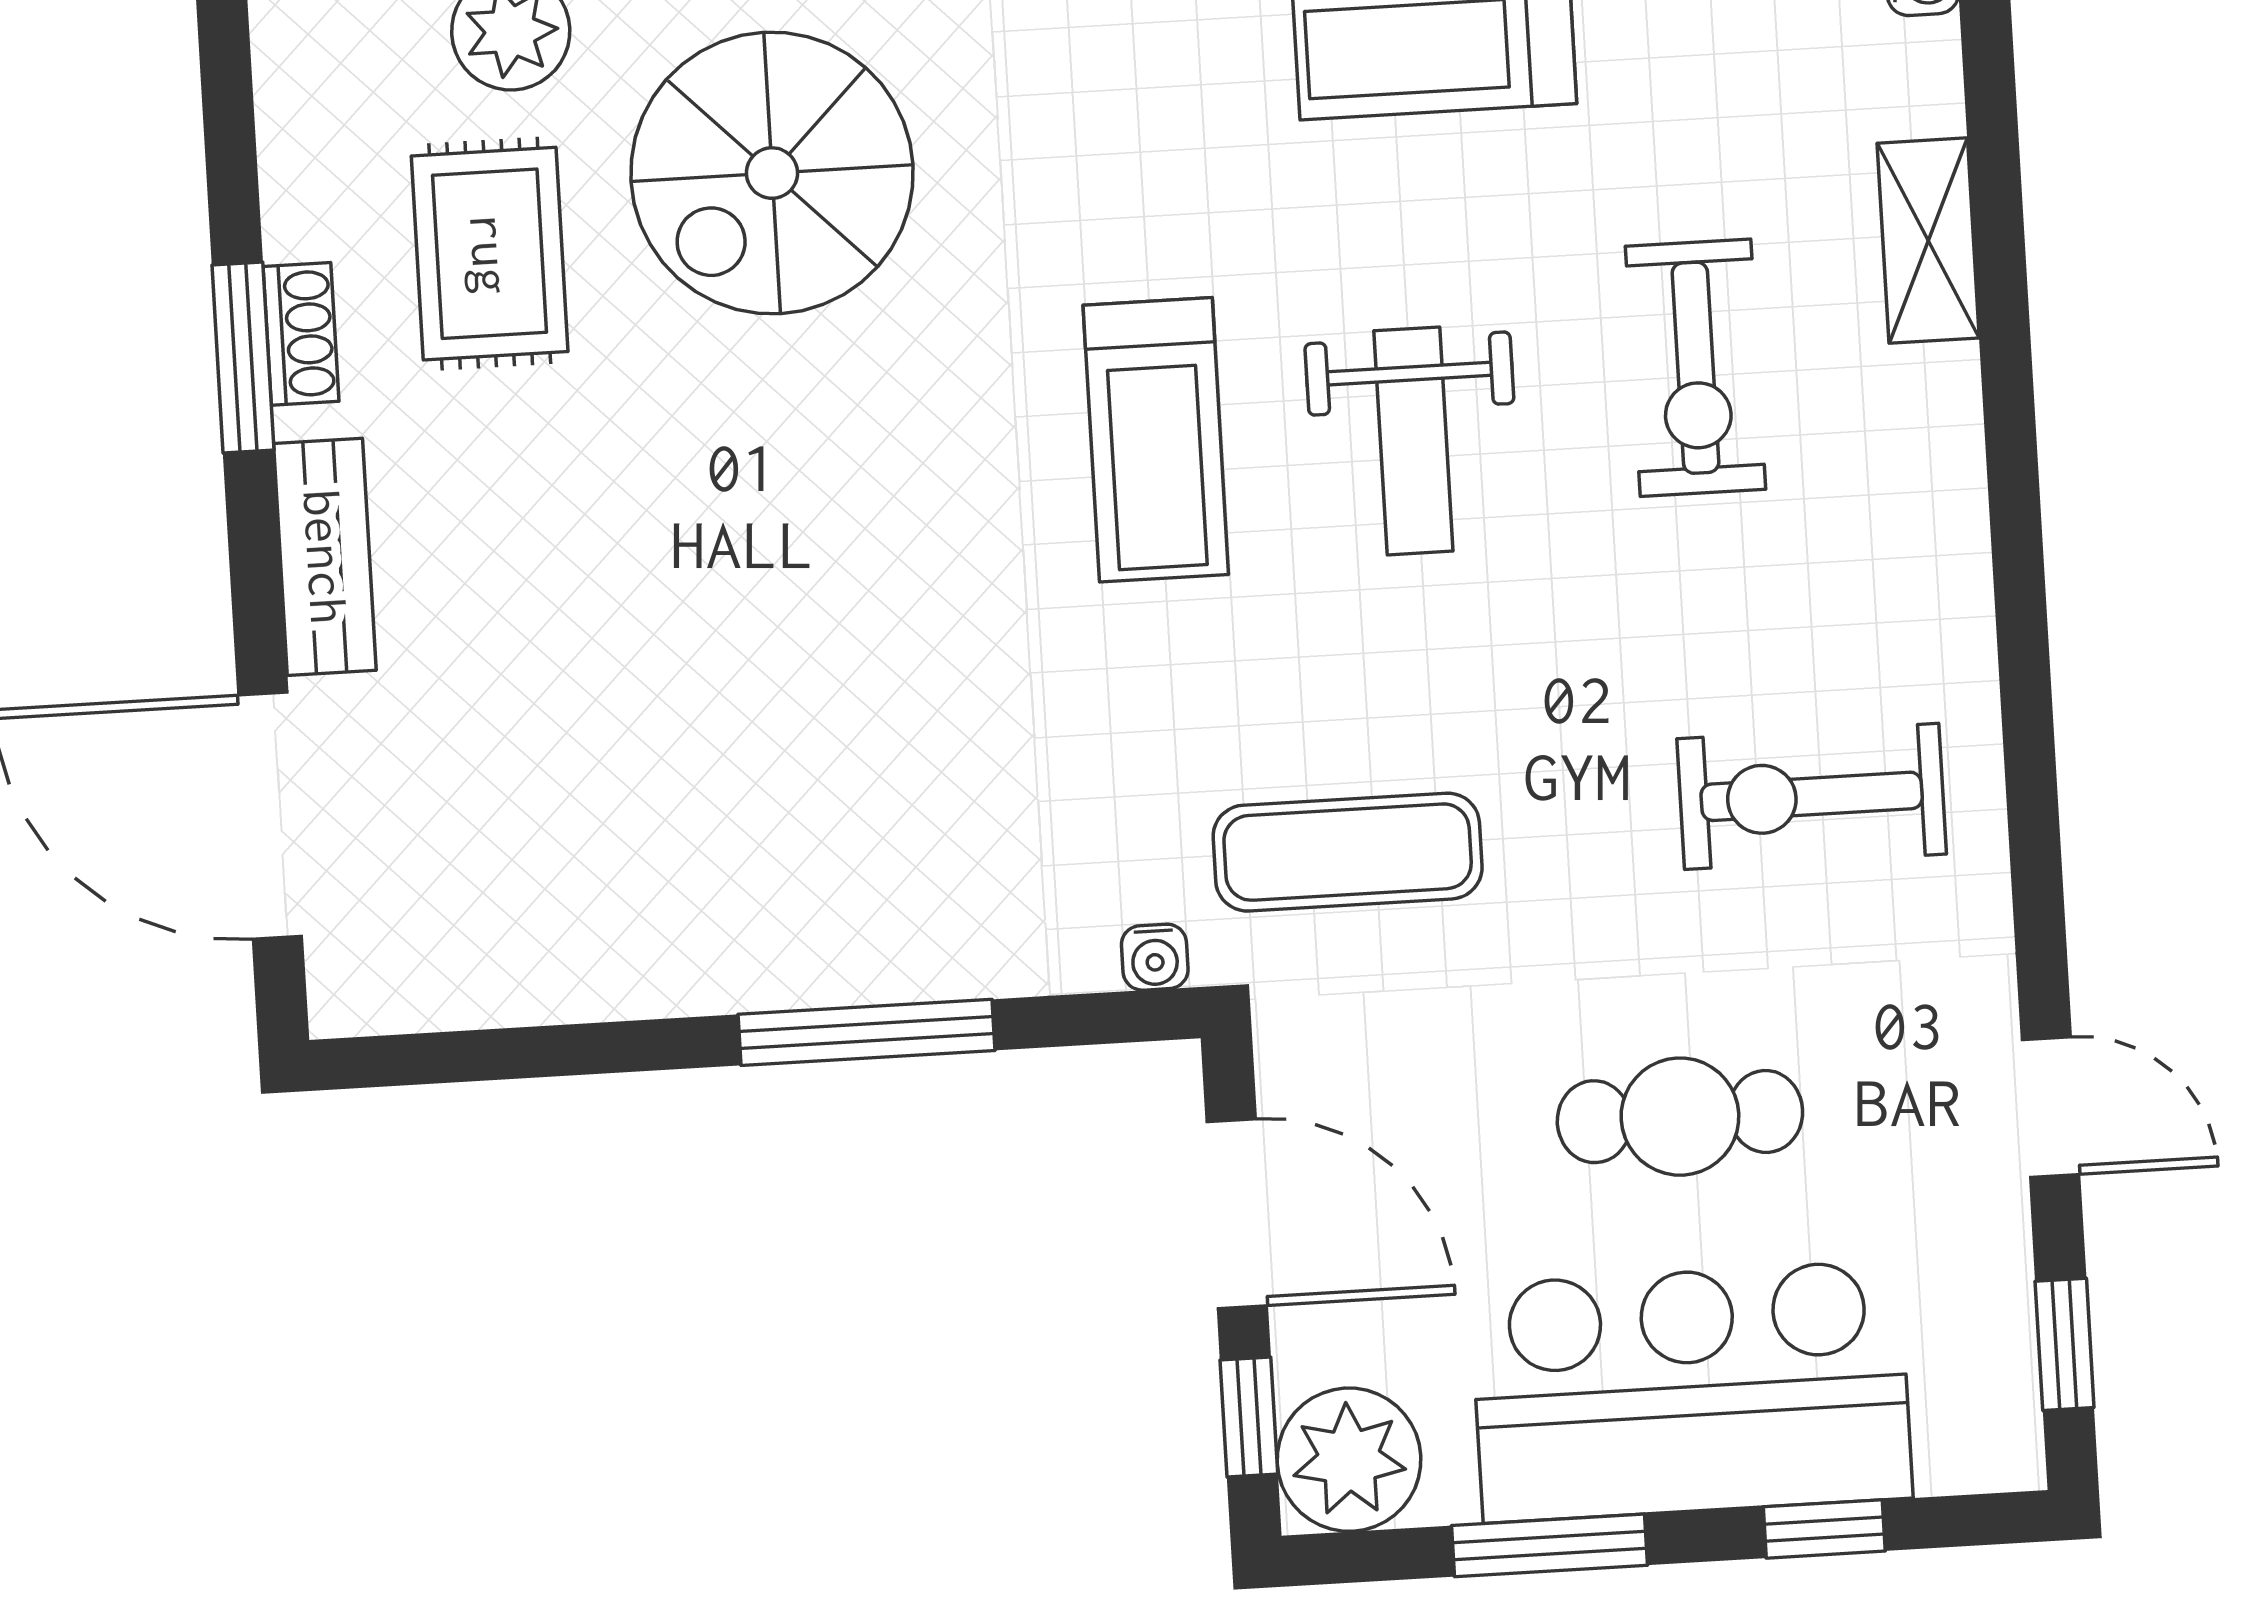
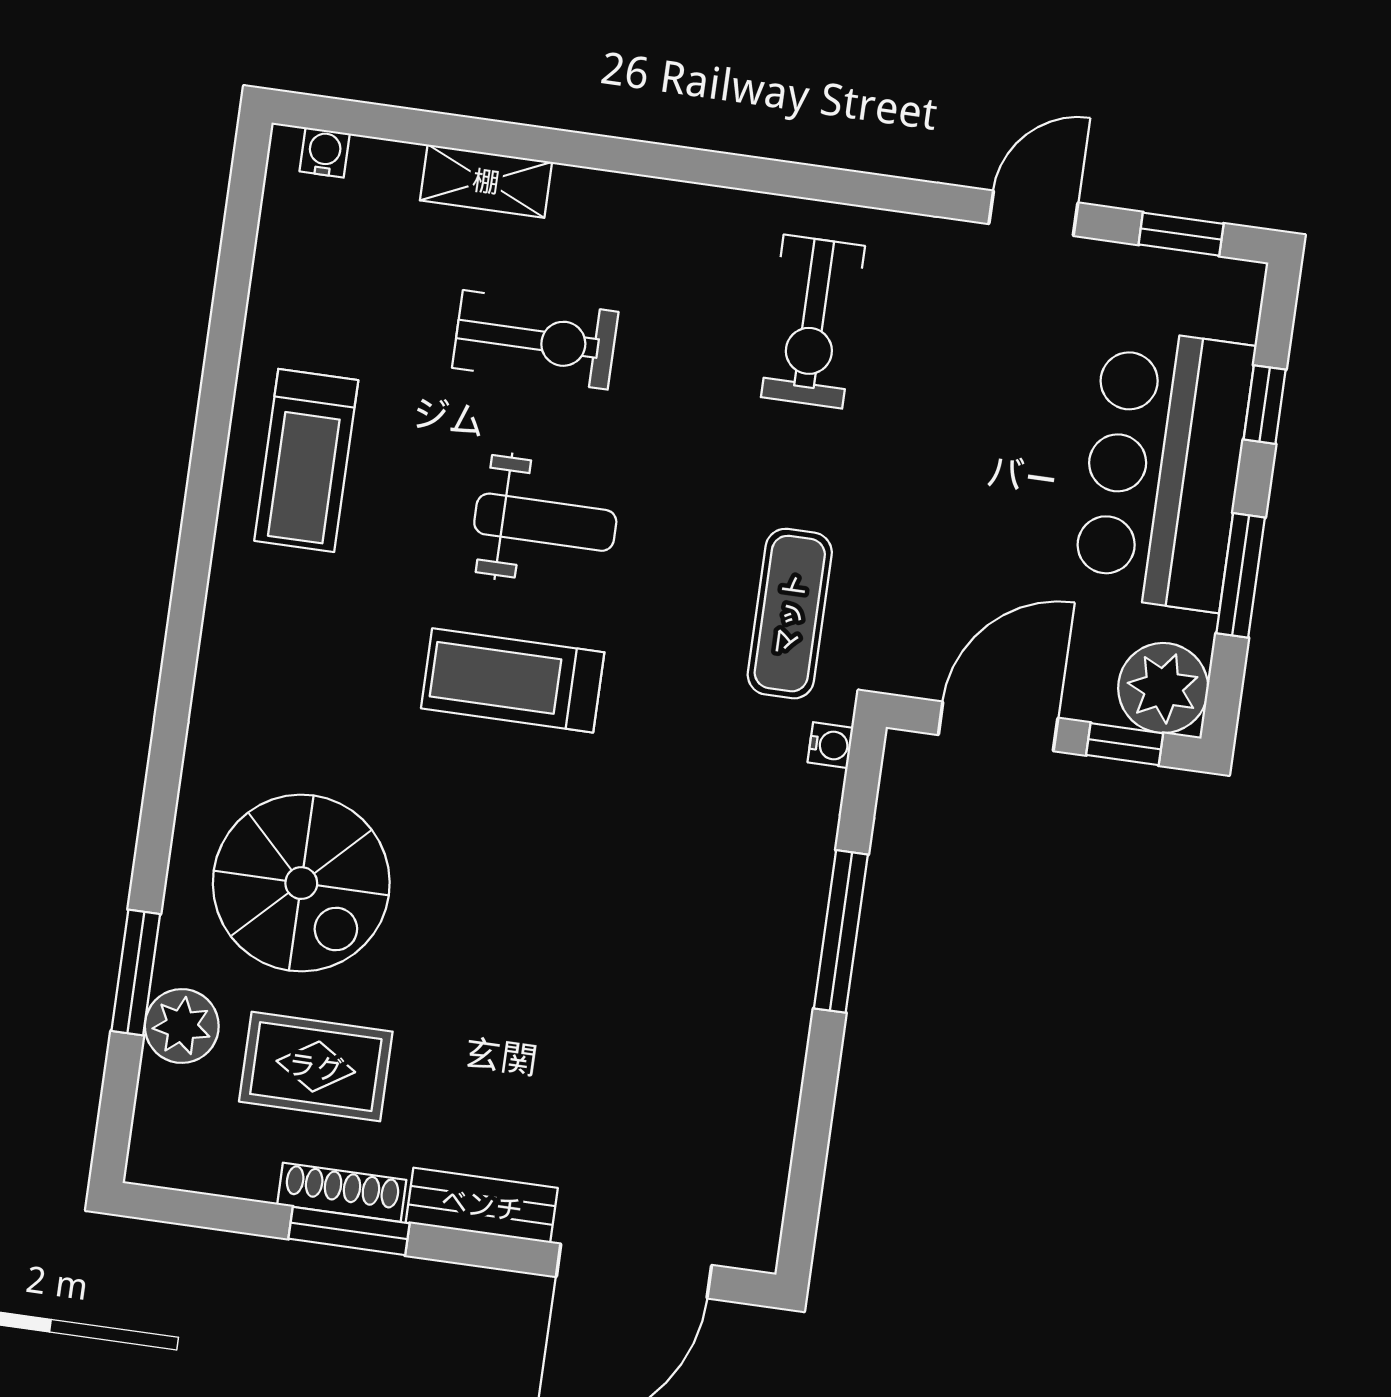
shoe rack: (301, 334) -> (342, 1192), width x1.43
treadmill: (1156, 440) -> (513, 680), turned 180
cafe table: (1680, 1117) -> (993, 442), removed

